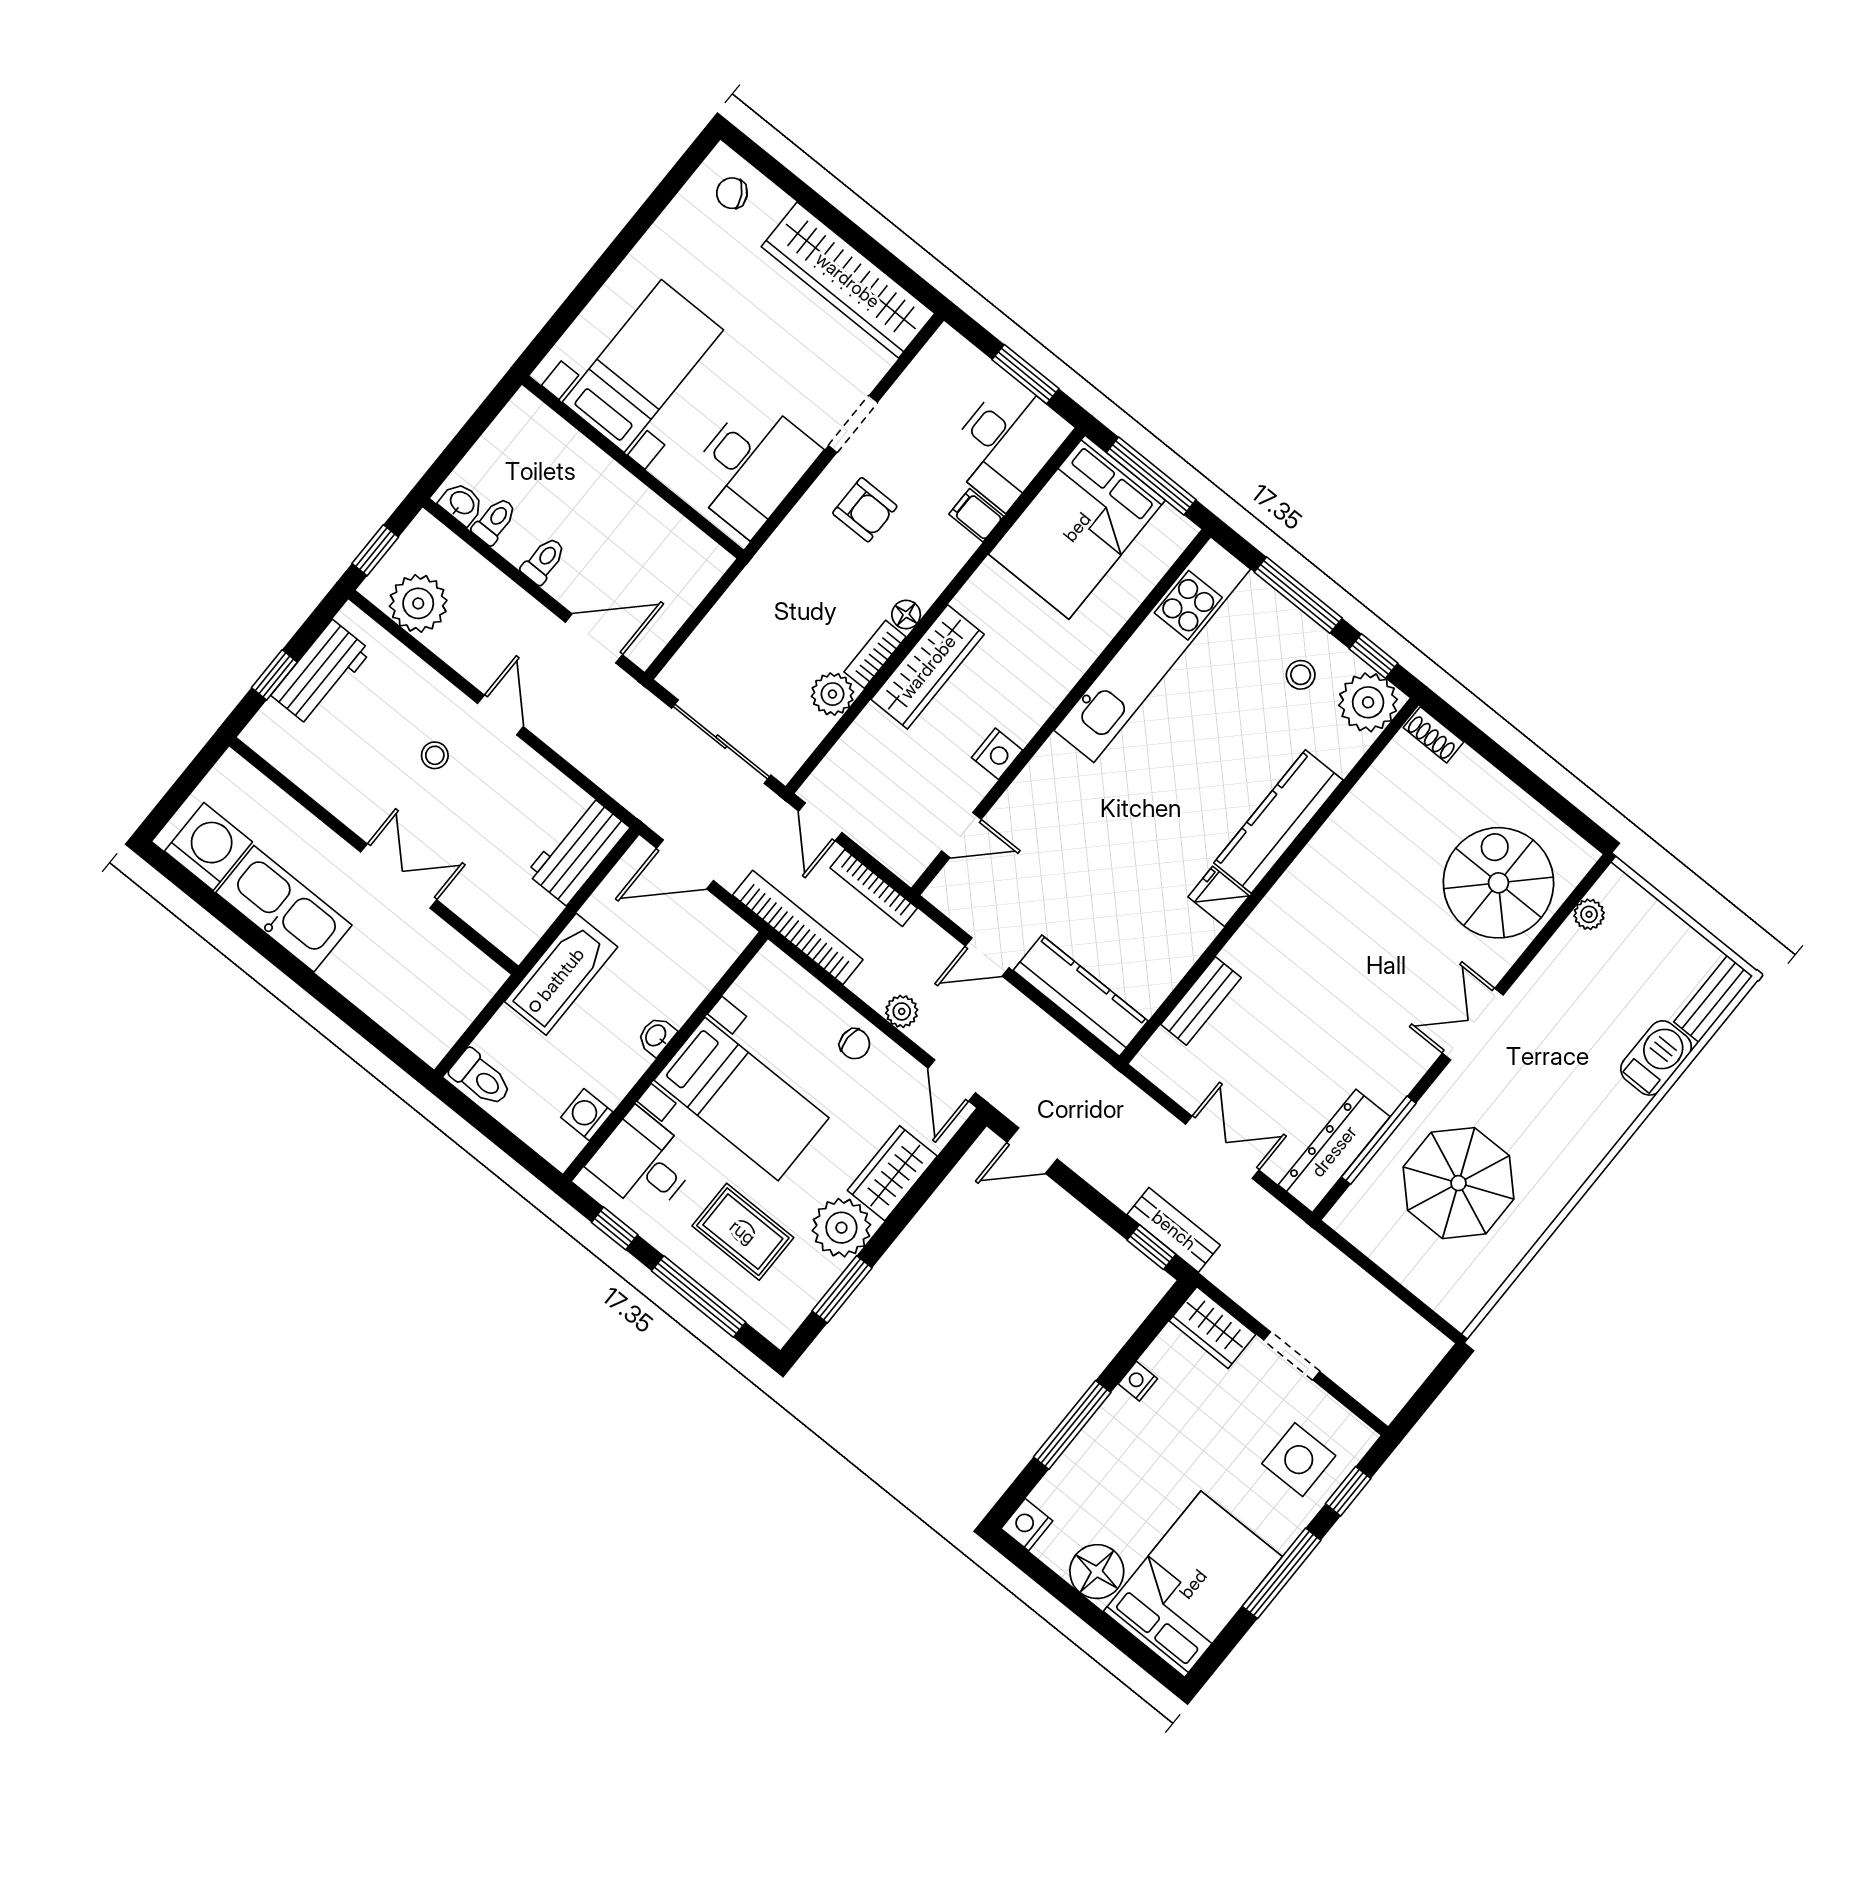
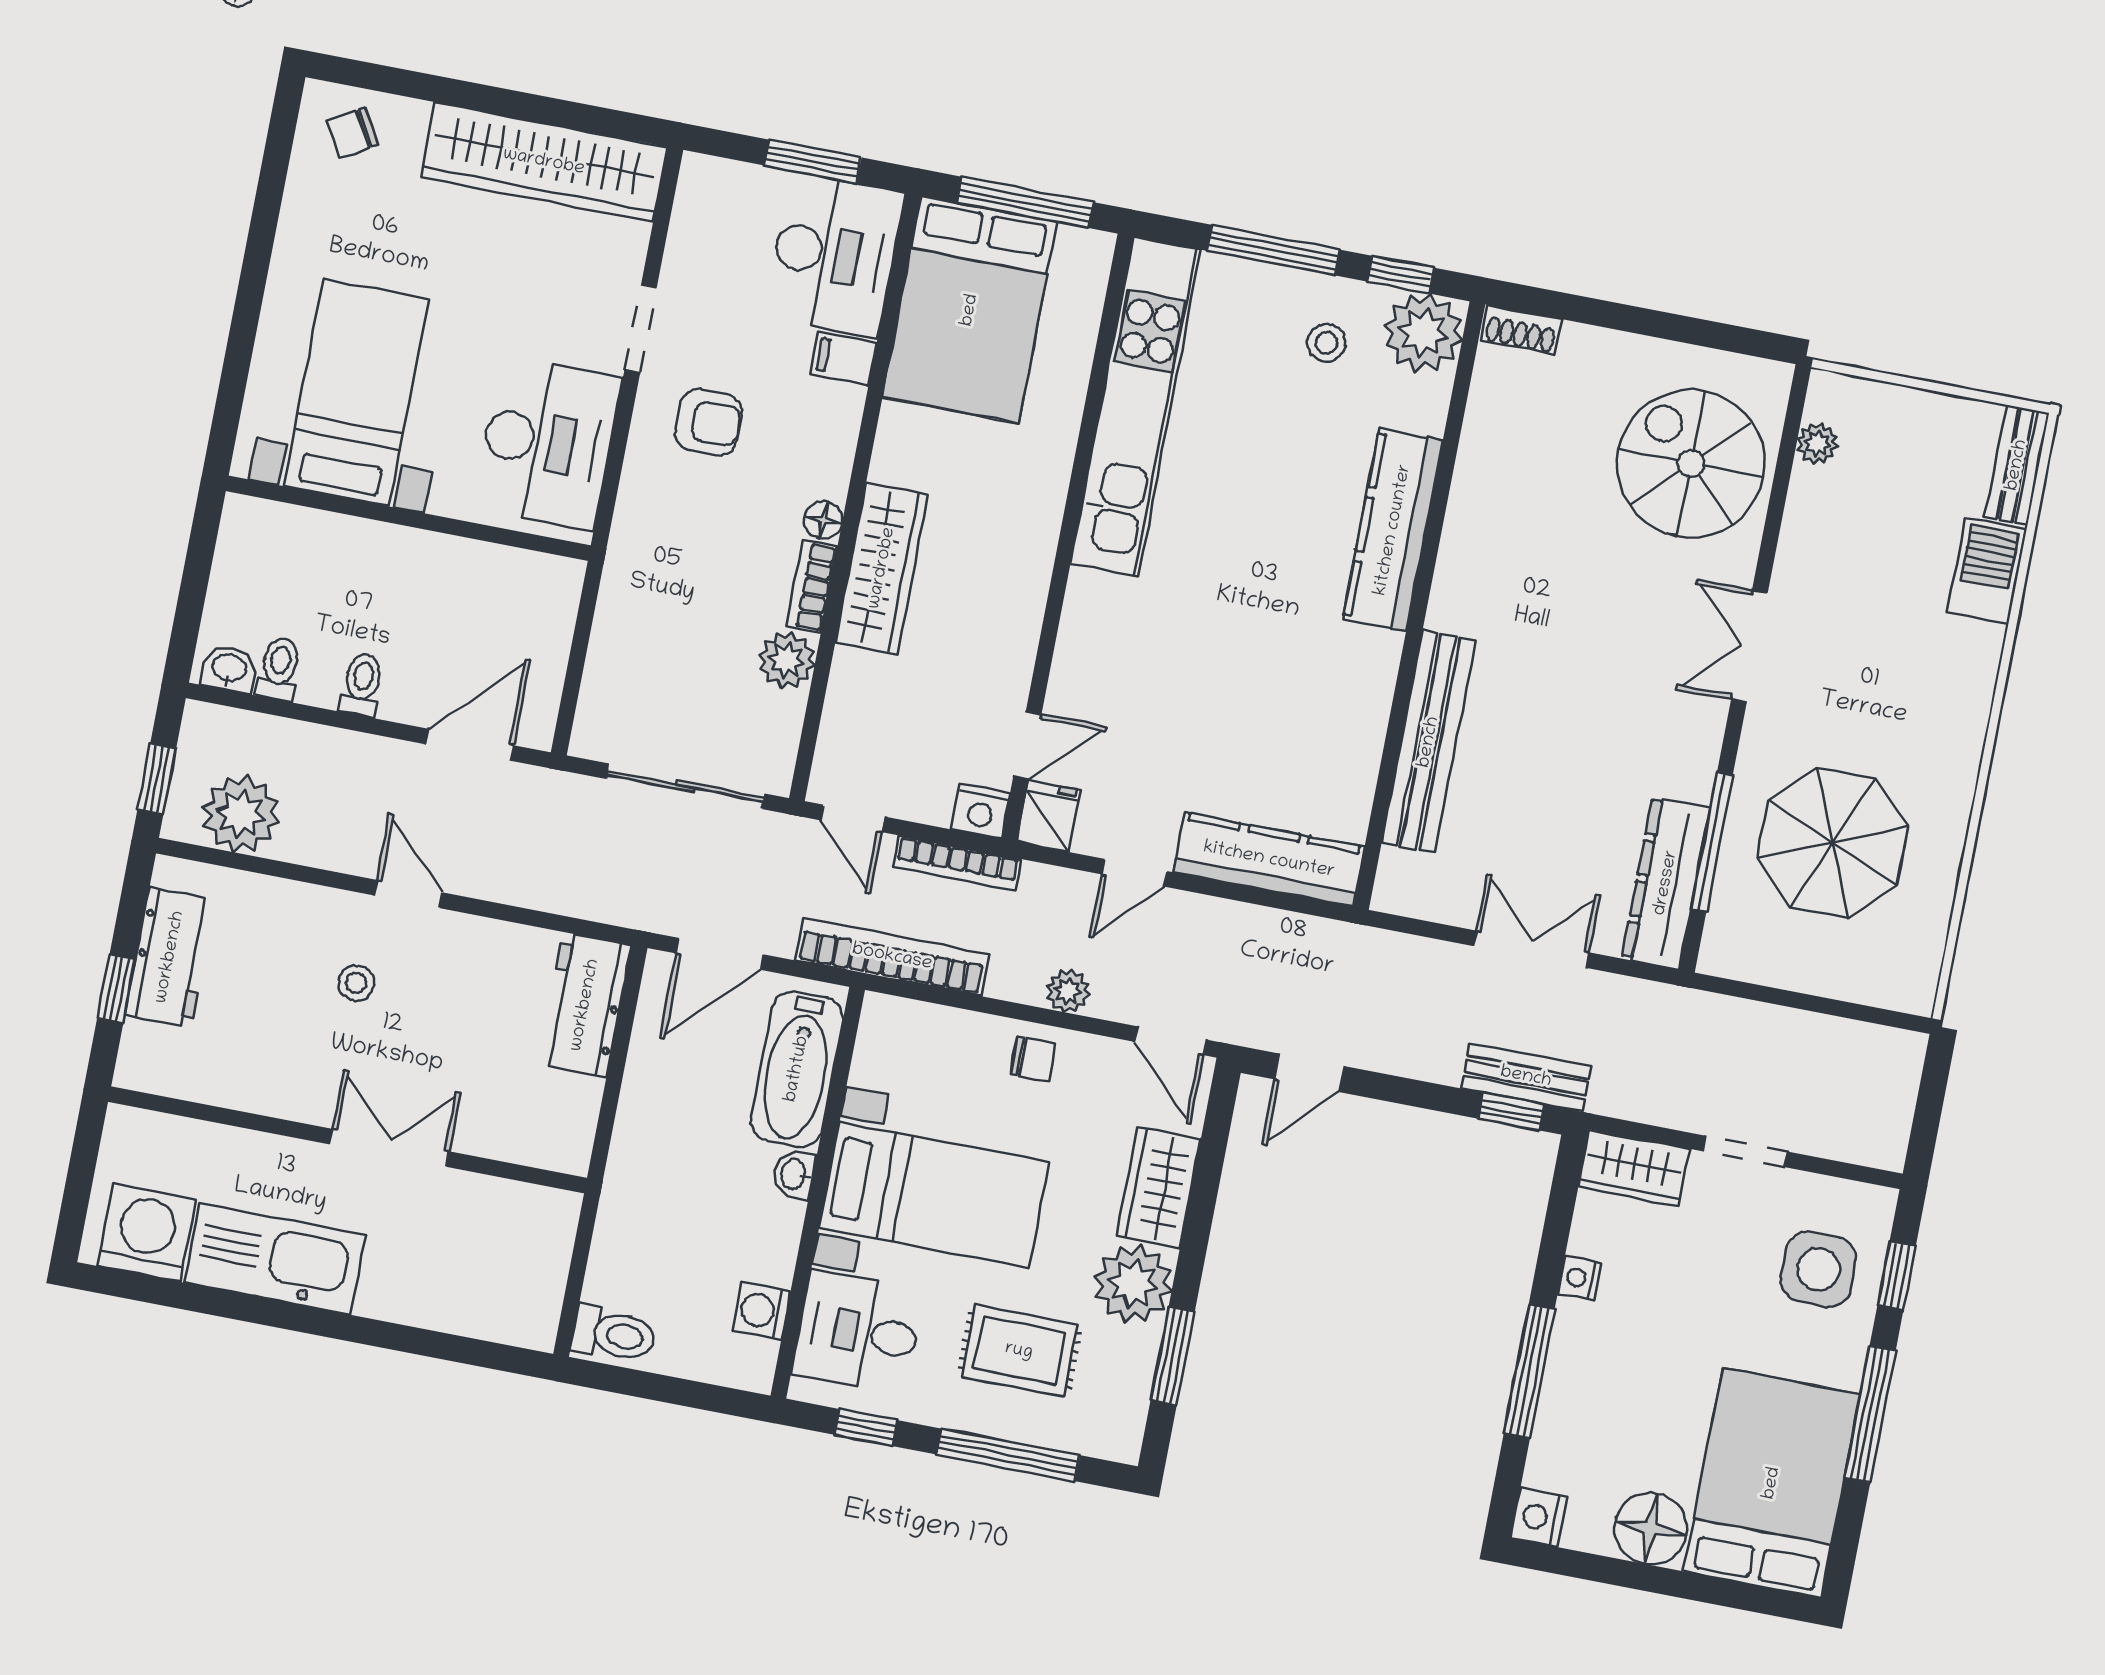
nightstand: (997, 754) -> (981, 811), moved, turned 90
fridge: (1219, 896) -> (1049, 816), moved, turned 90
bathtub: (561, 974) -> (797, 1069), moved, turned 180
bench: (1201, 1001) -> (1429, 742), width x1.86, depth x1.21

